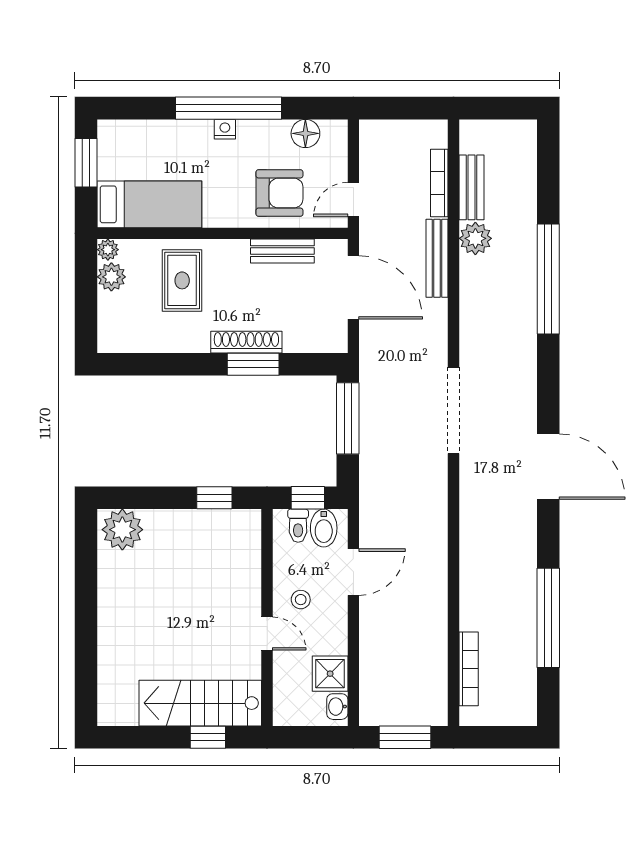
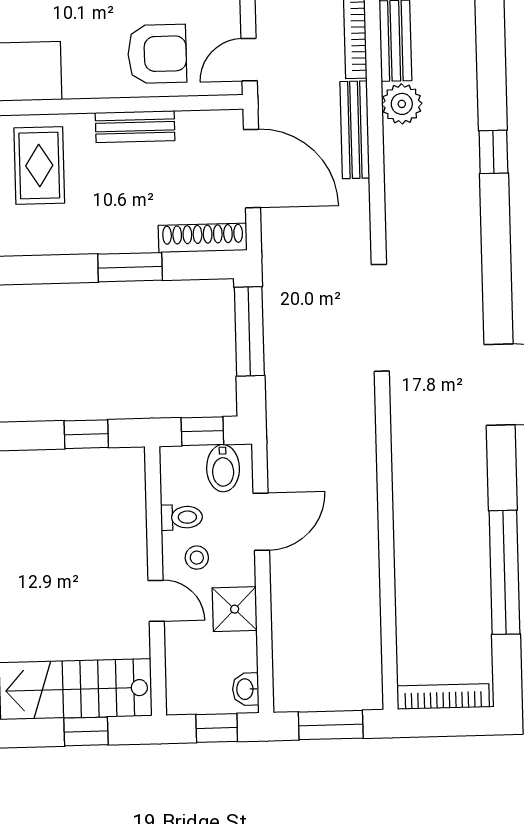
bench: (282, 251) -> (135, 127), moved
window: (548, 279) -> (493, 152), width x0.32
shoe rack: (246, 342) -> (203, 238), moved
toilet: (298, 526) -> (182, 517), moved, turned -90
bookcase: (469, 669) -> (443, 696), moved, turned -90
shower: (330, 674) -> (235, 609), moved
window: (313, 737) -> (217, 728), added

